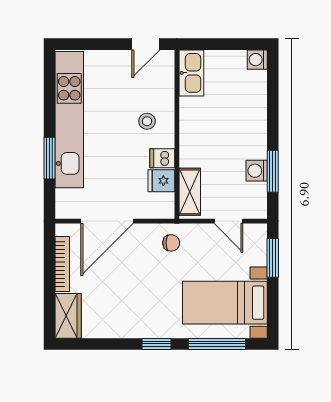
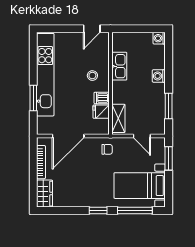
kitchen sink: (191, 73) -> (119, 66), moved
washing machine: (257, 171) -> (159, 76), moved

